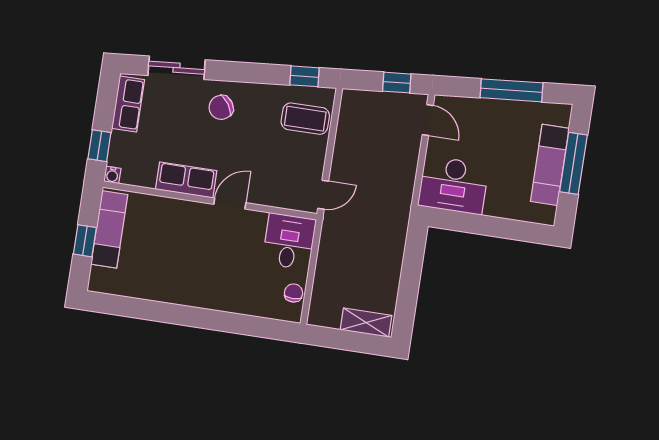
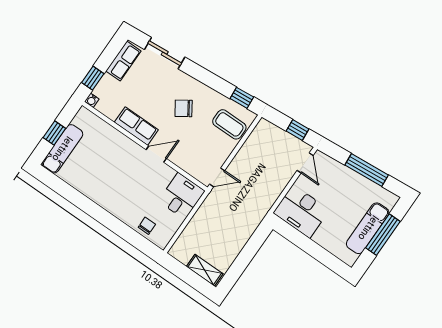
chair: (221, 107) -> (184, 108), moved
exam couch: (109, 229) -> (62, 149), moved
chair: (294, 293) -> (147, 226), moved

